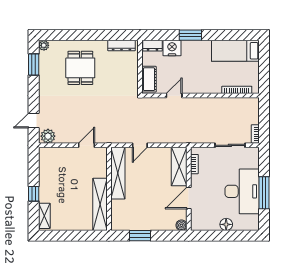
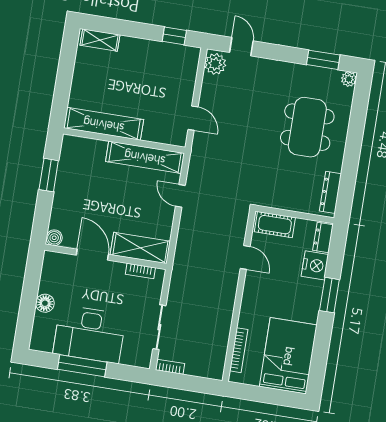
bed: (235, 51) -> (288, 356), width x1.50
dining table: (80, 68) -> (307, 127), width x1.38
window: (34, 194) -> (174, 36), moved

